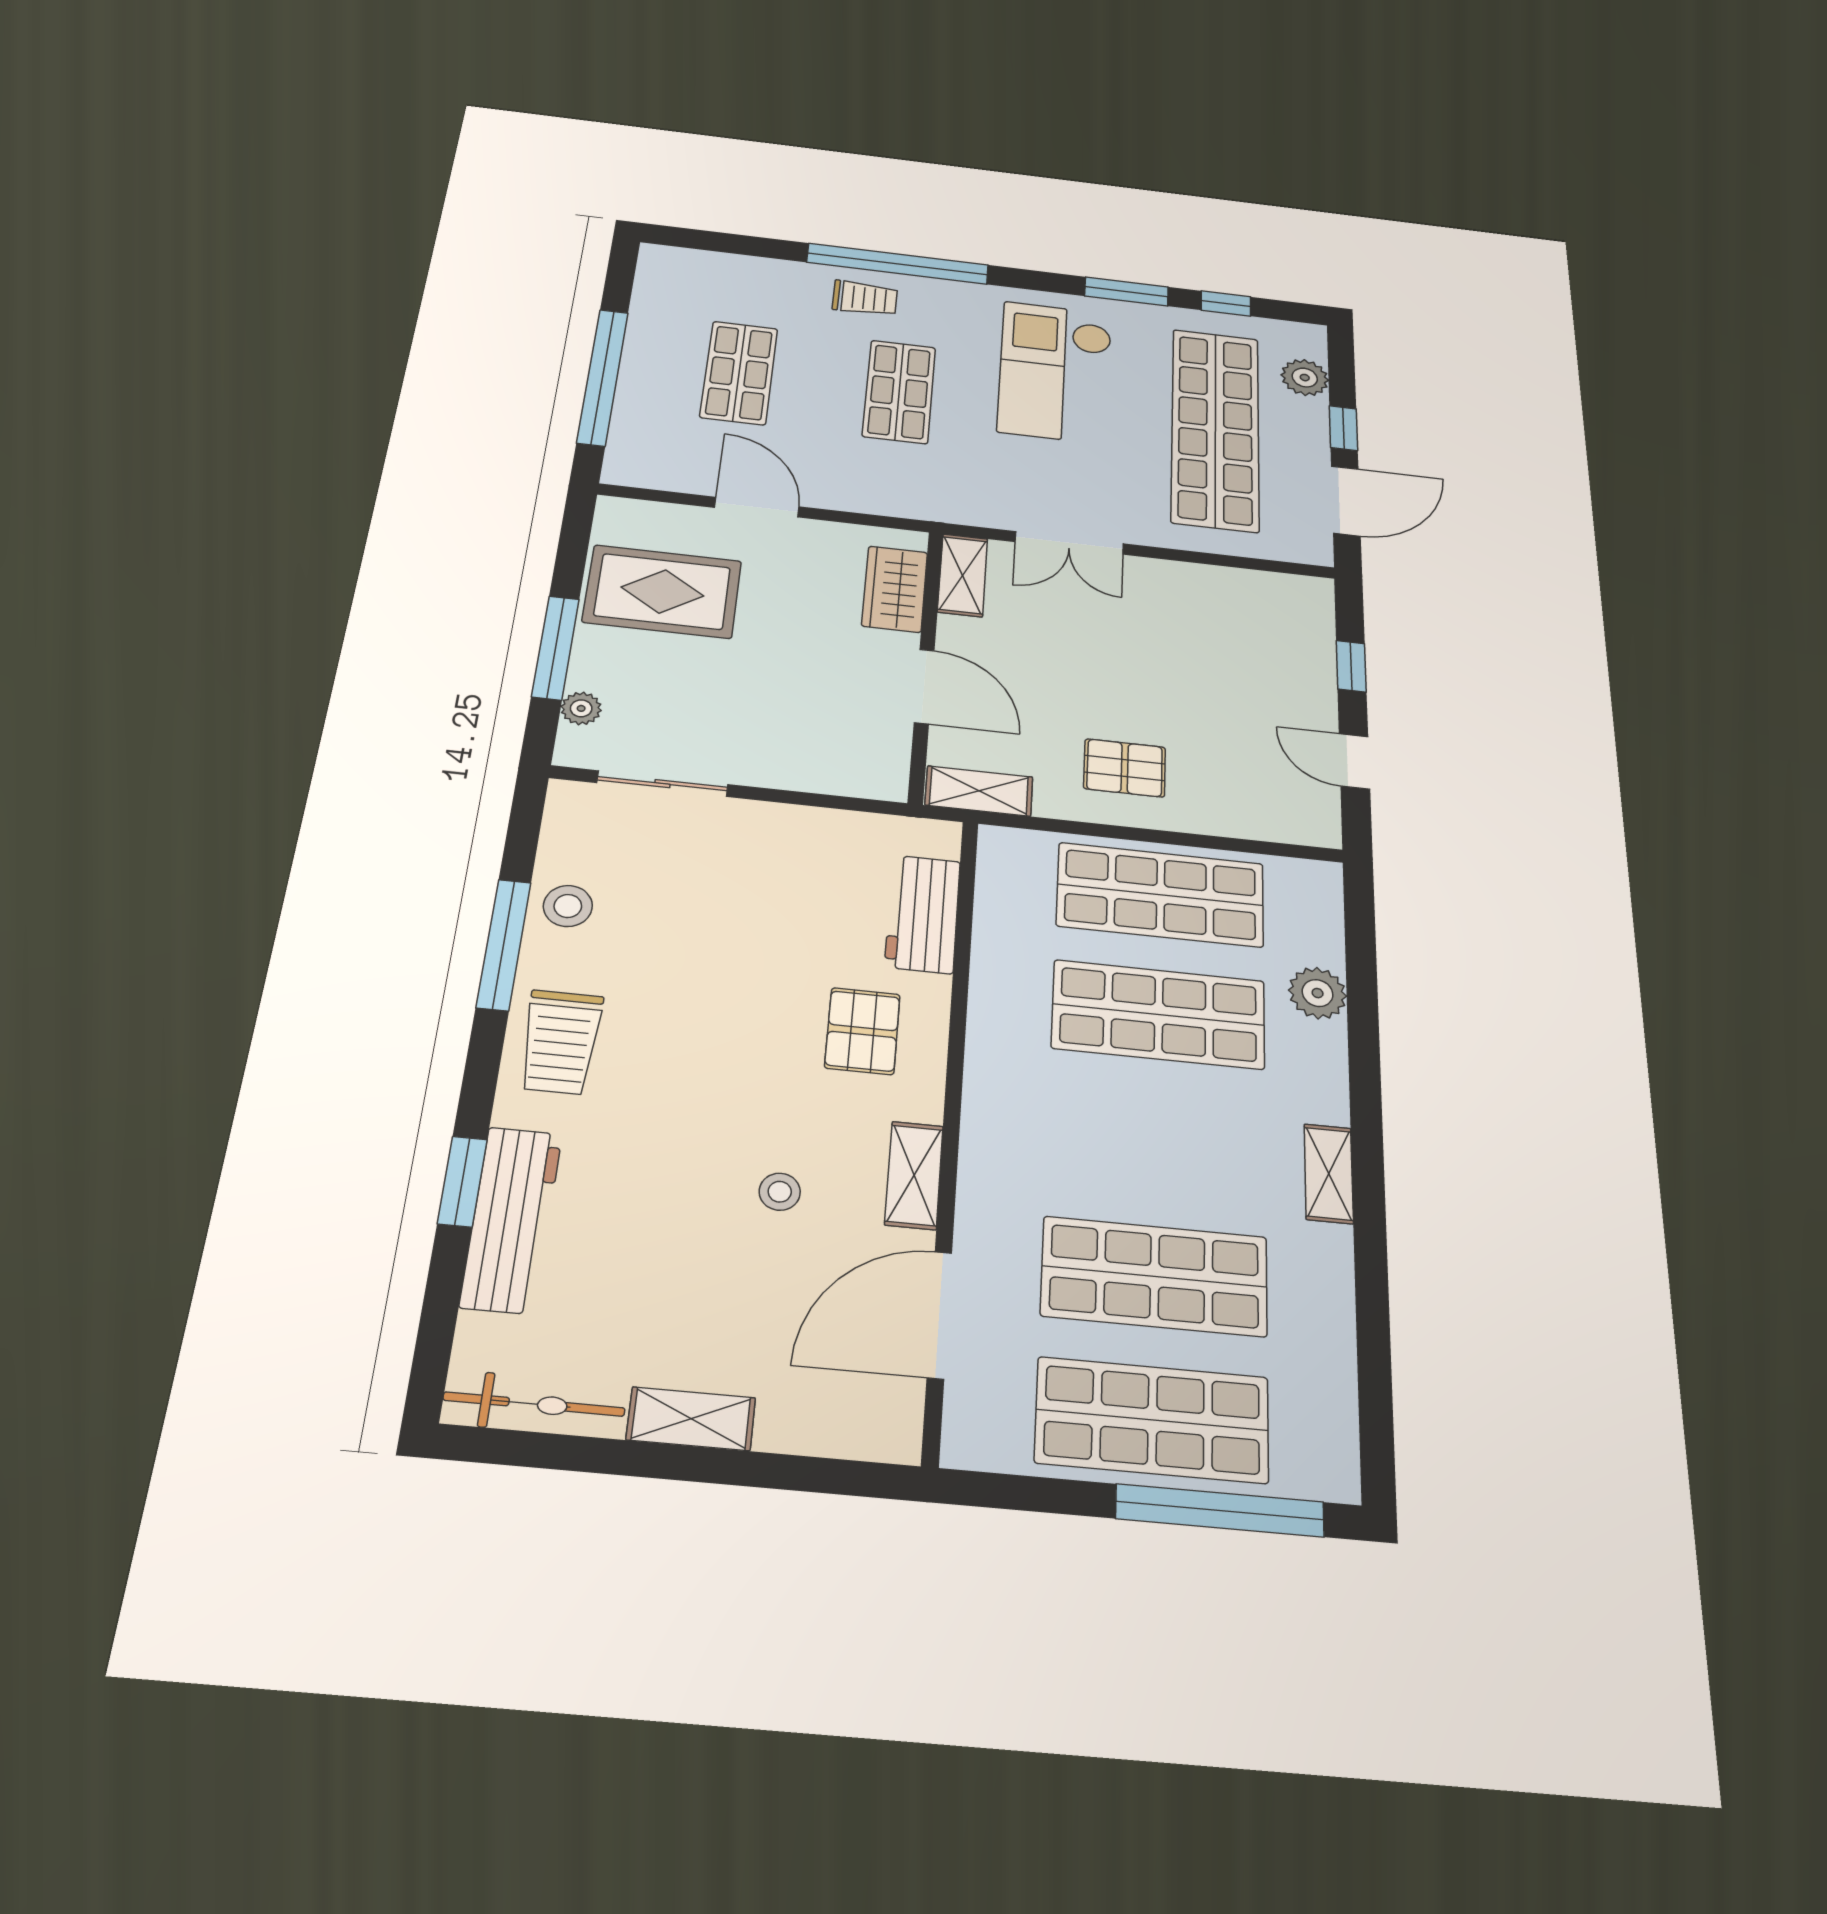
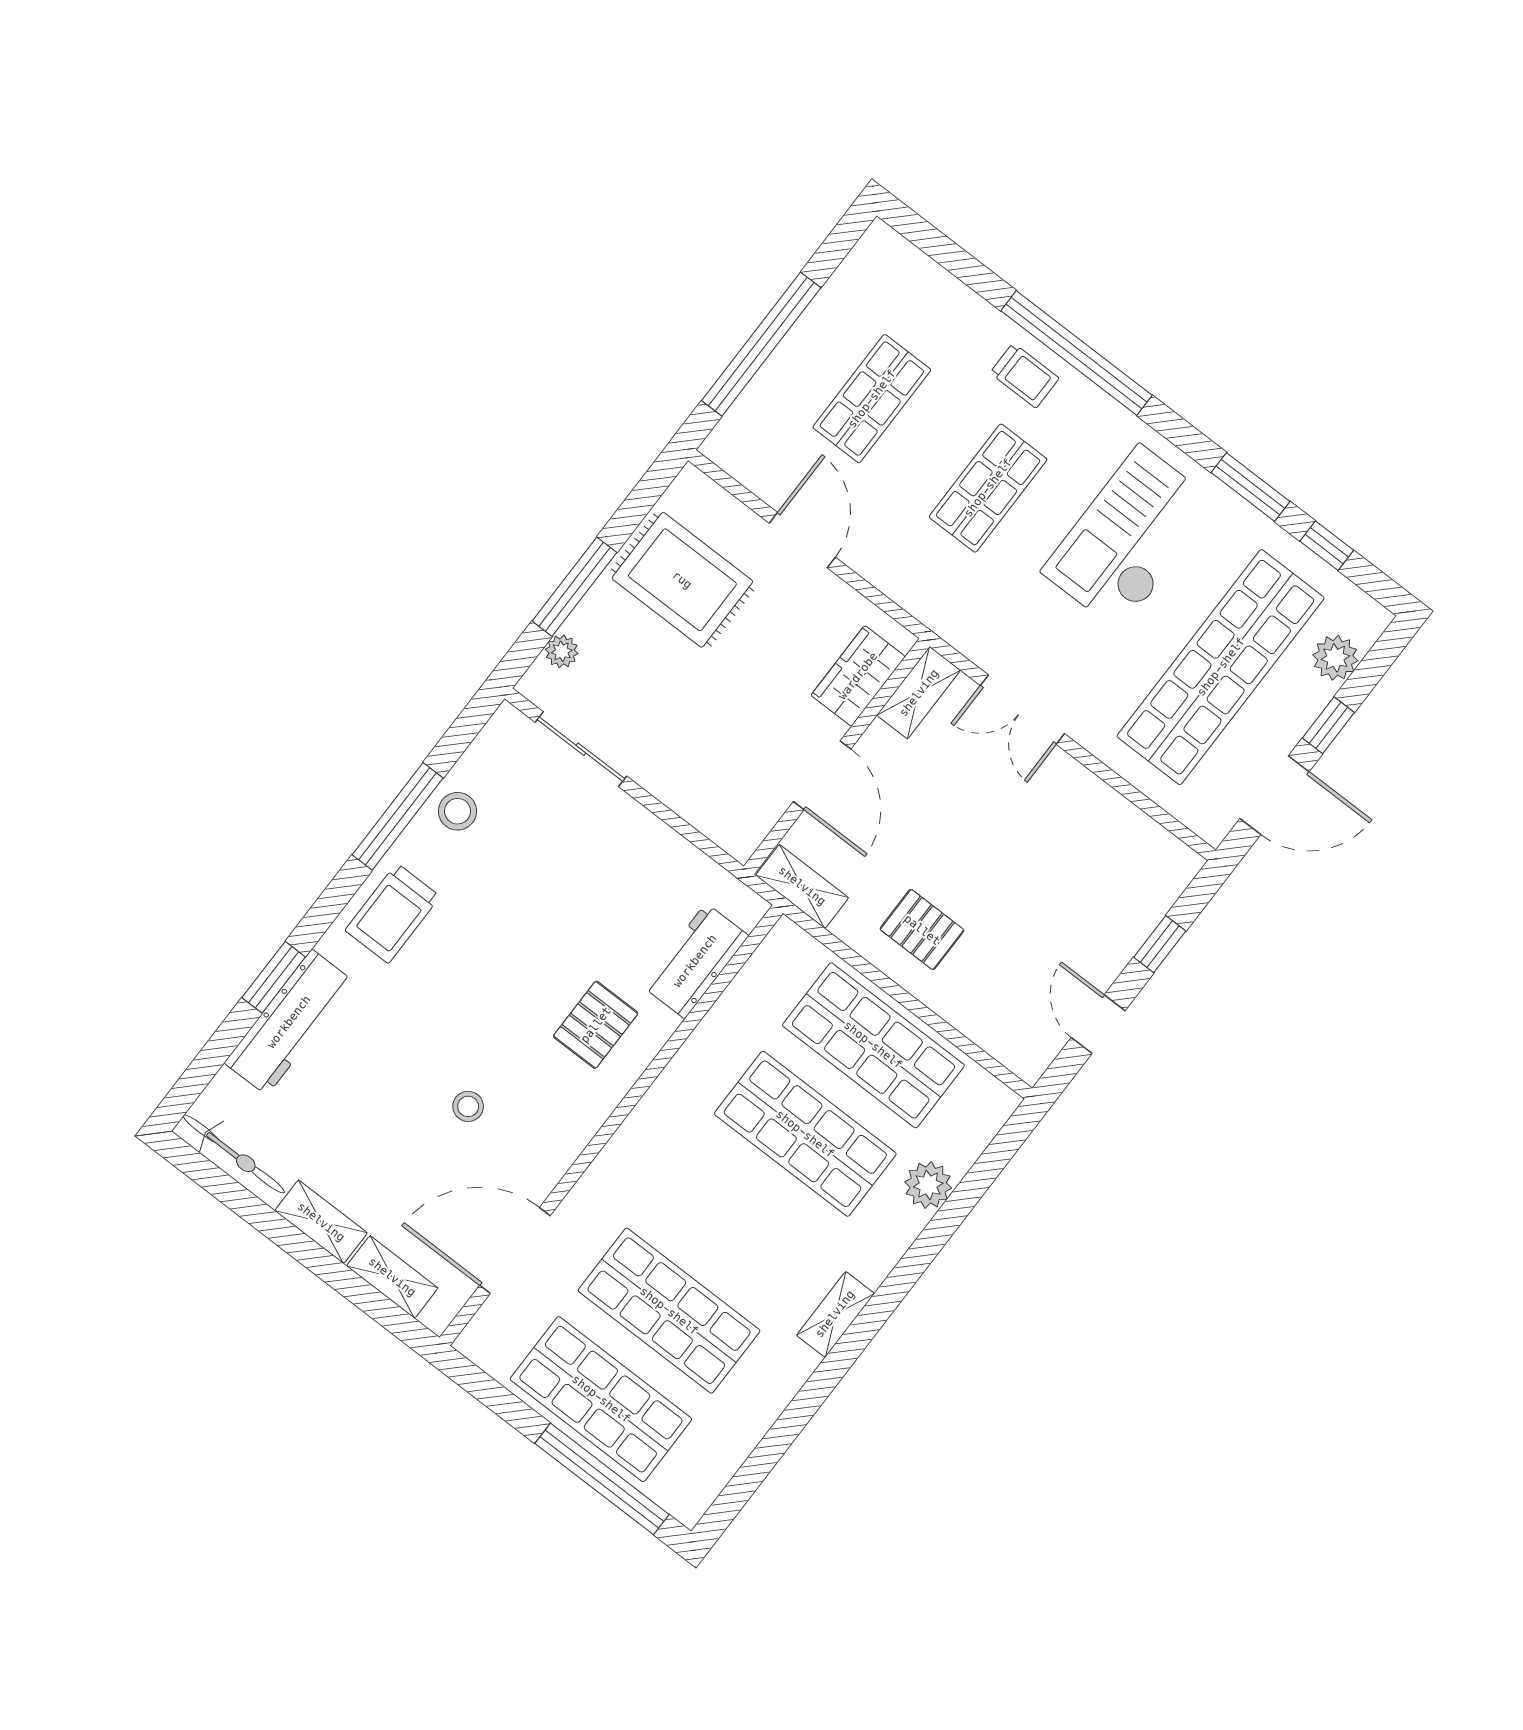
shelving: (914, 1175) -> (392, 1277), moved, turned 90

